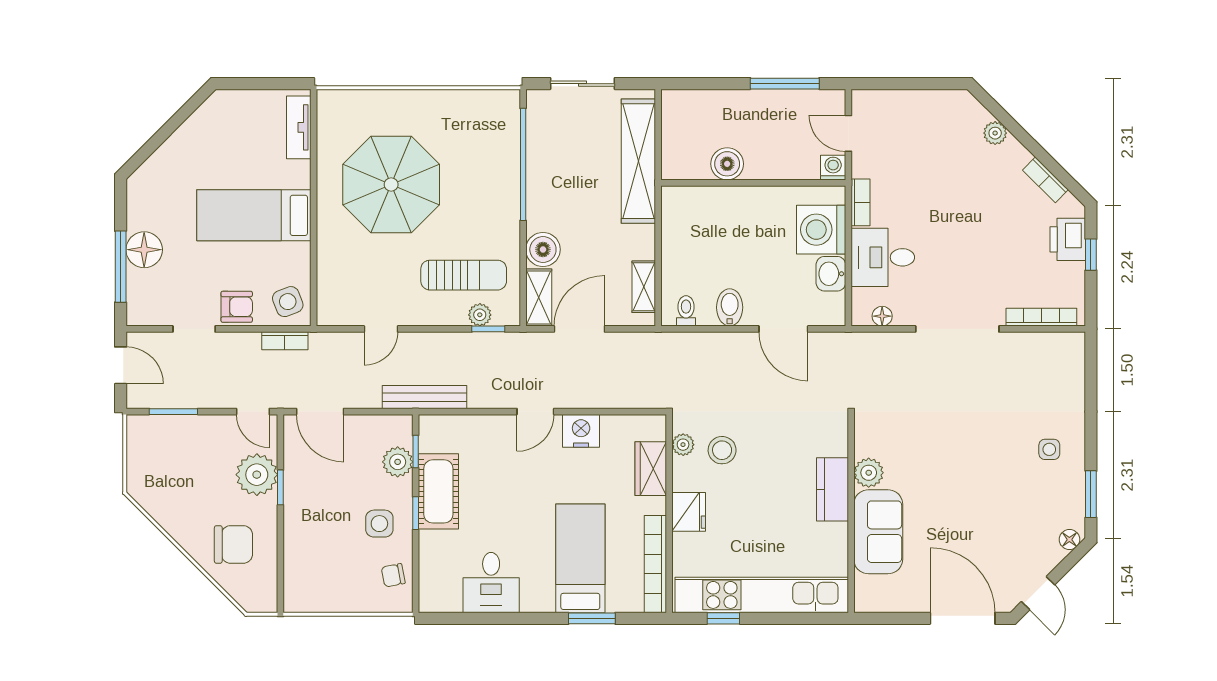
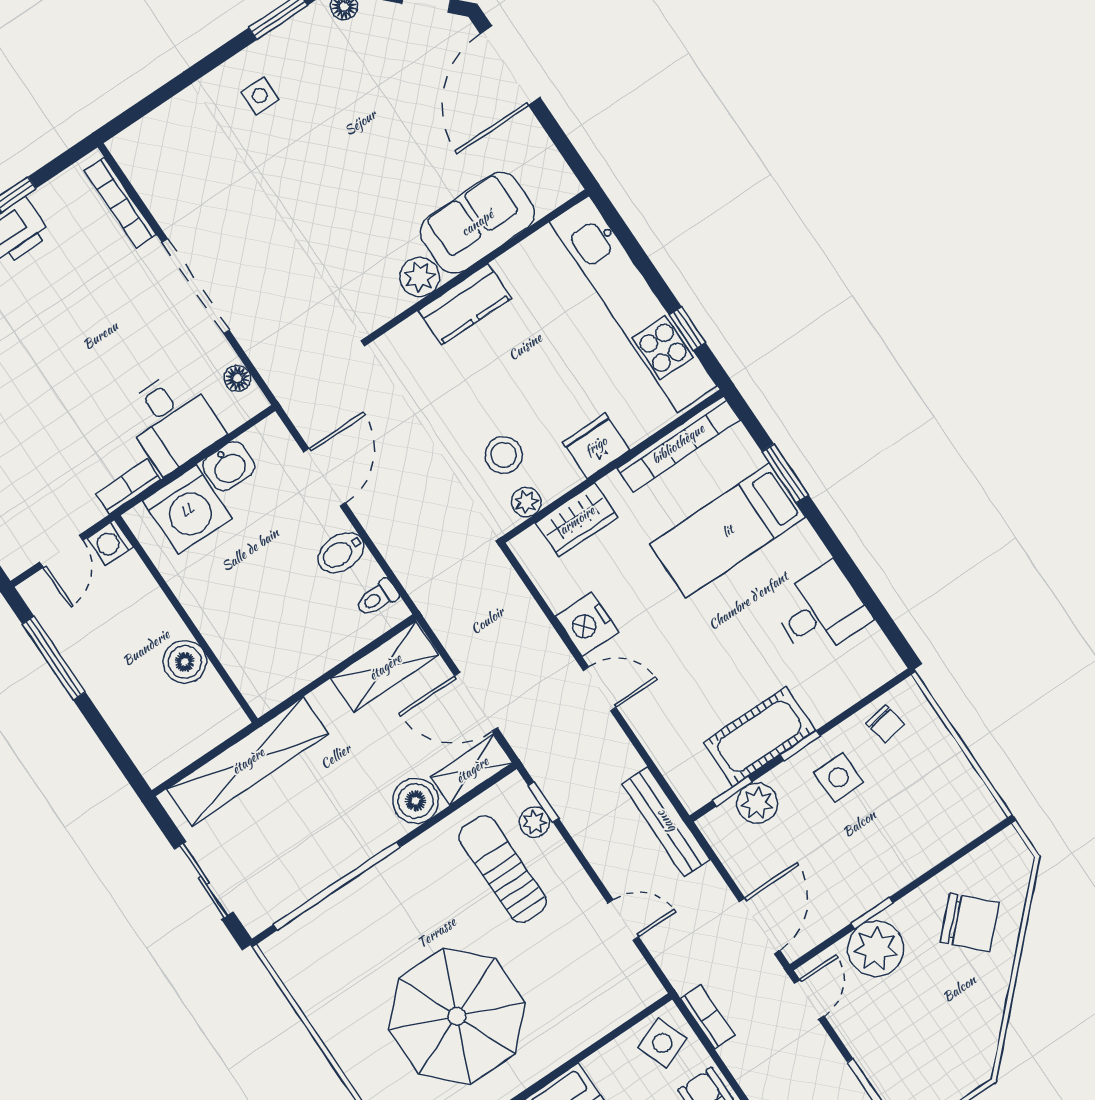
shelving: (644, 287) -> (385, 667), width x1.50, depth x1.33
chair: (233, 544) -> (970, 922), turned 135

